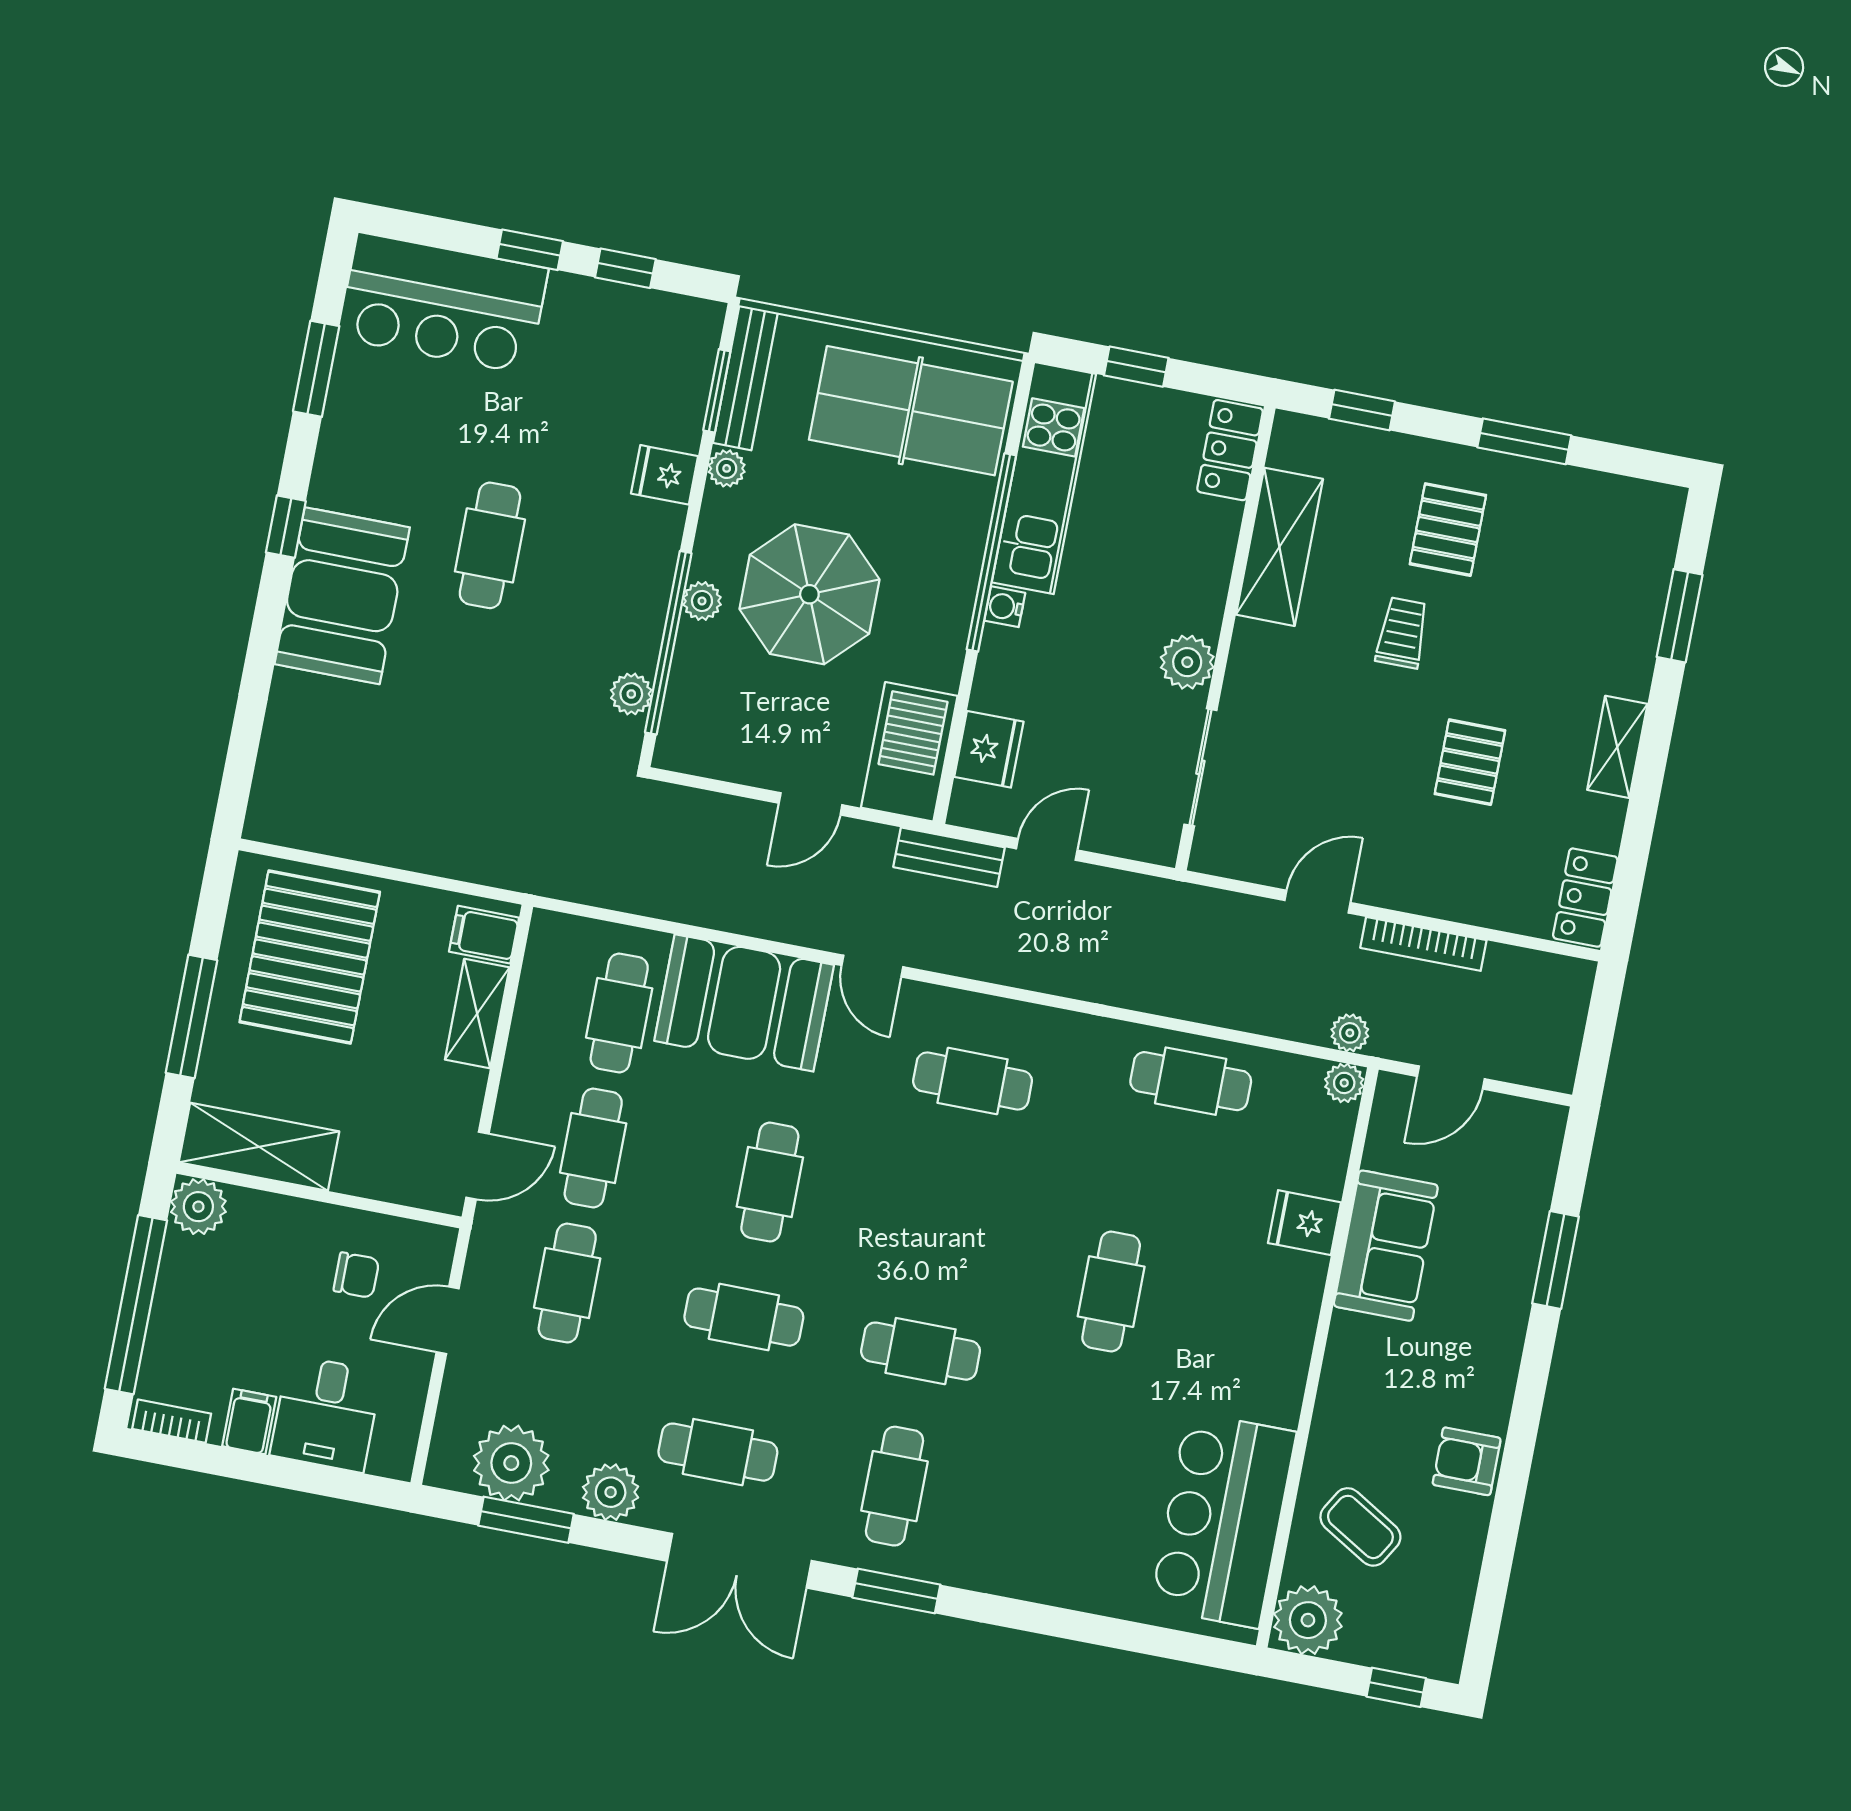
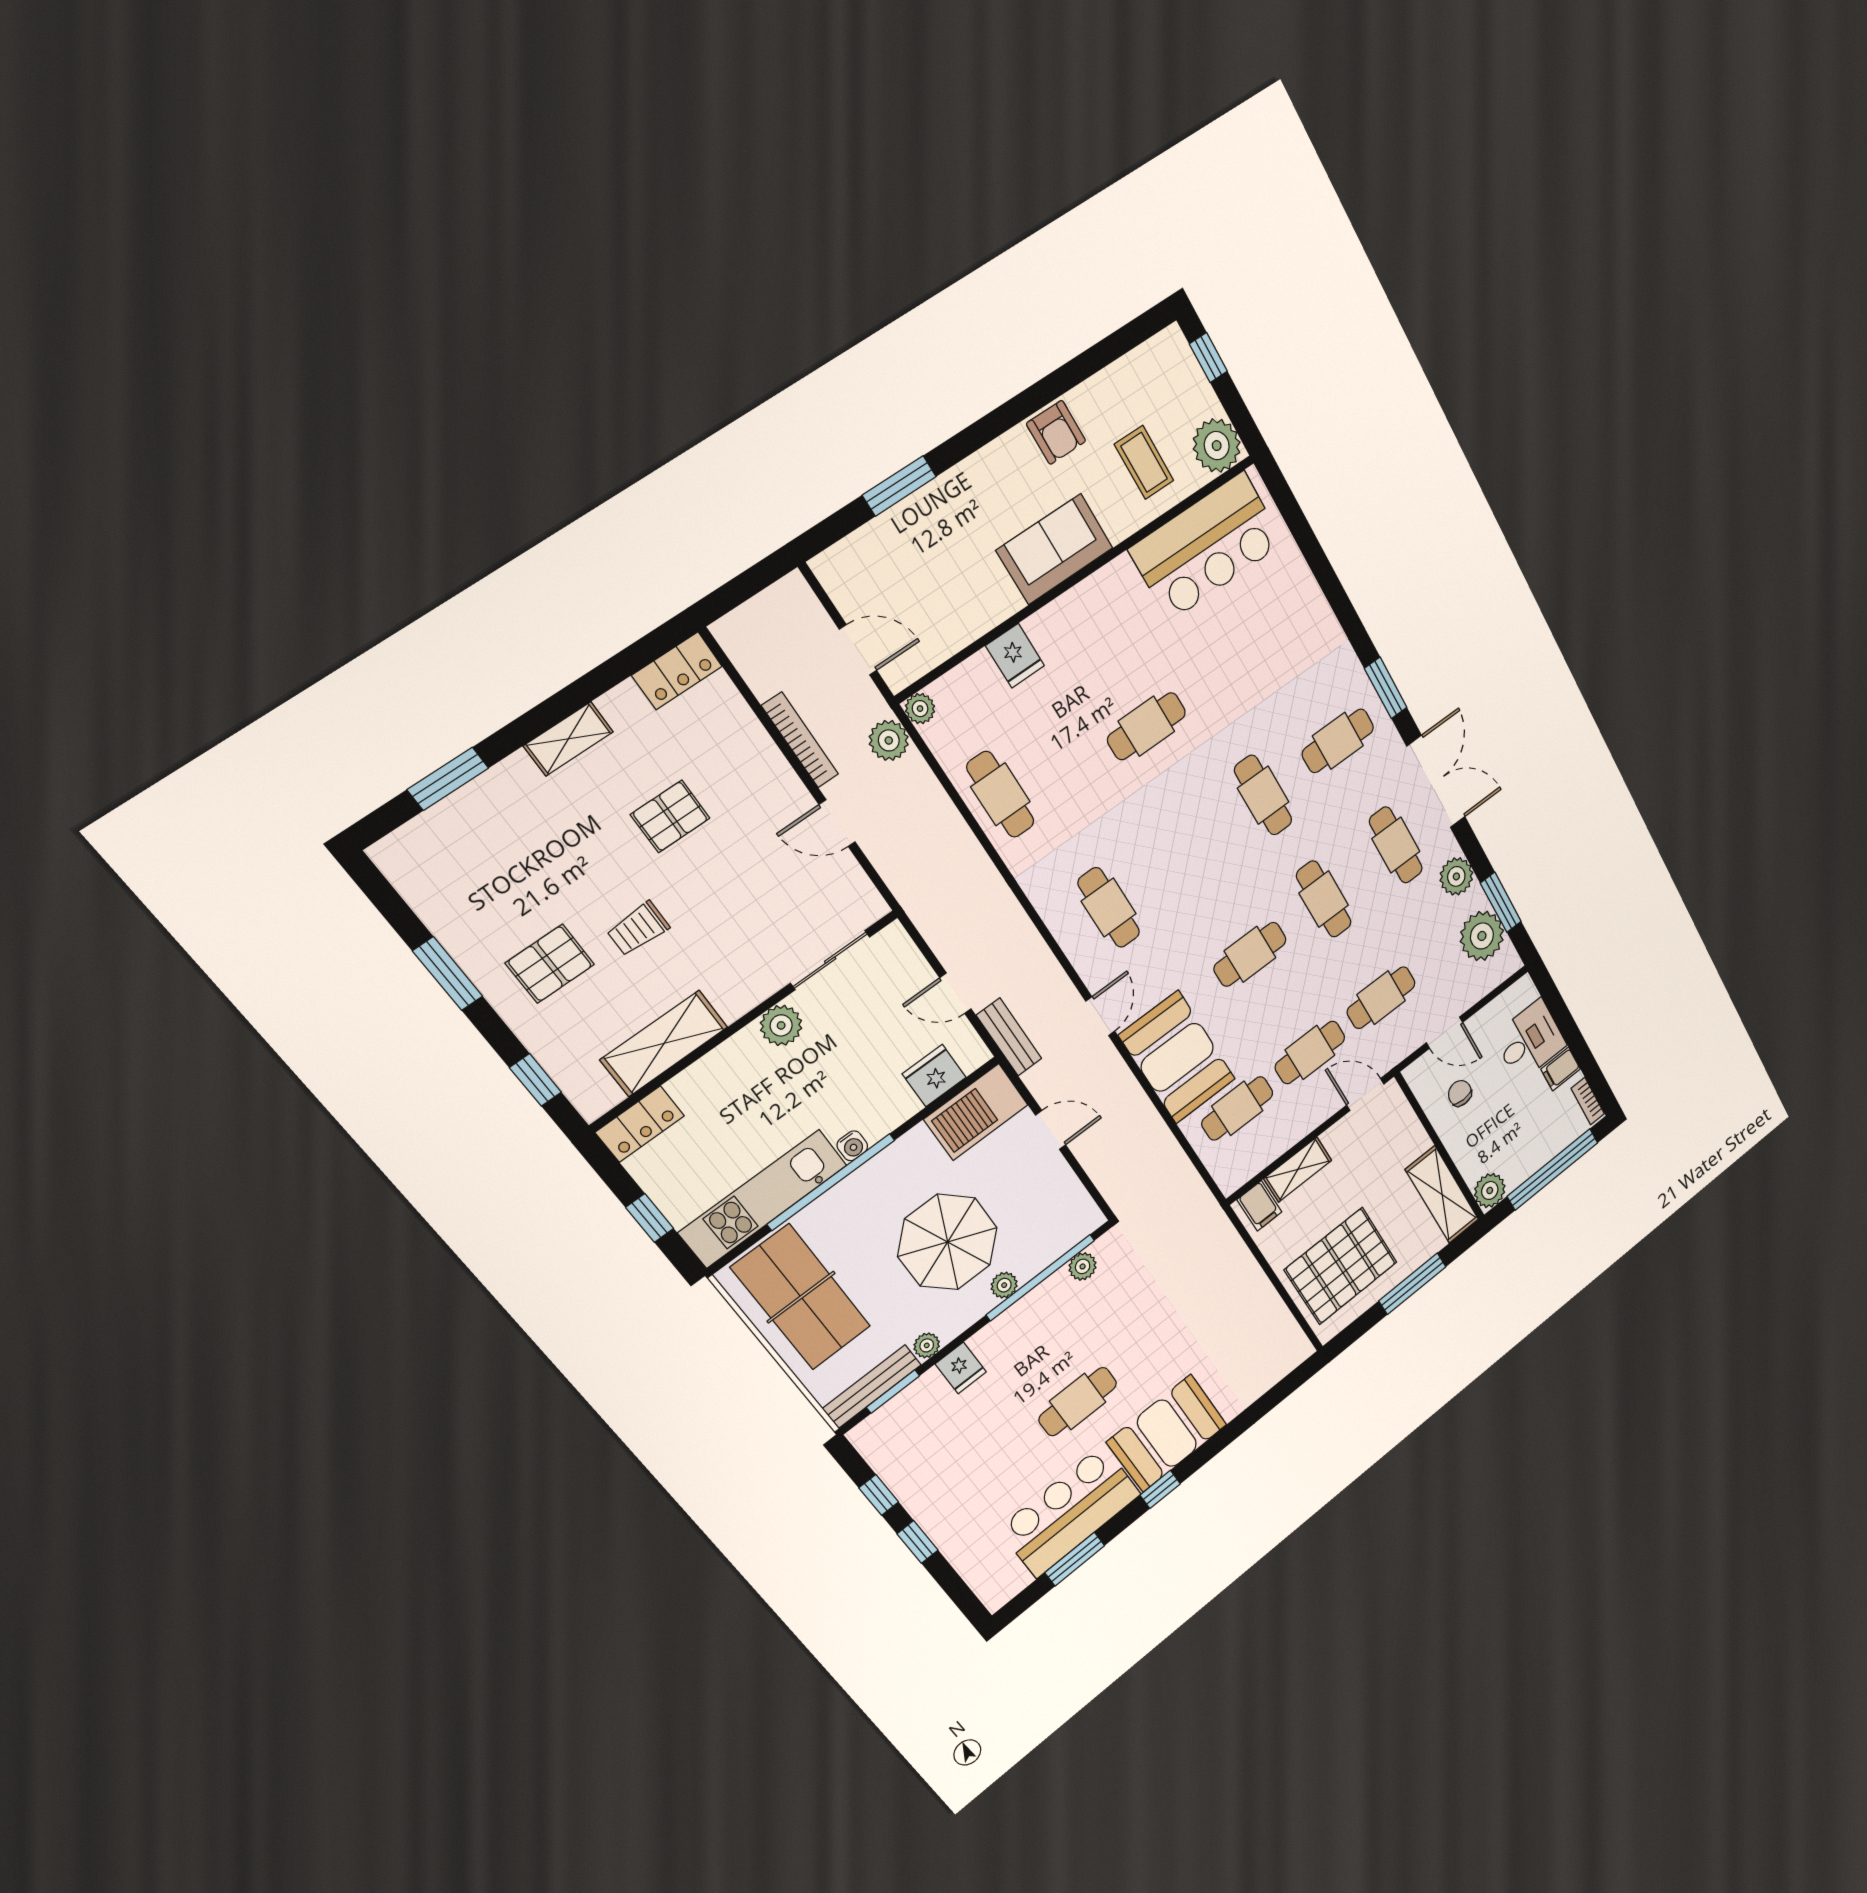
bar counter: (443, 303) -> (1070, 1511), moved, turned -90
plant: (1350, 1033) -> (889, 740), width x1.38, depth x1.38
sofa: (1386, 1246) -> (1055, 549), moved
coffee table: (1360, 1527) -> (1144, 462), turned -31

